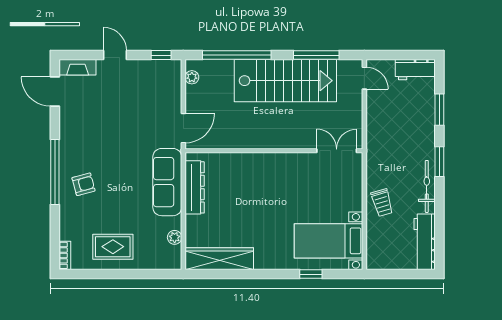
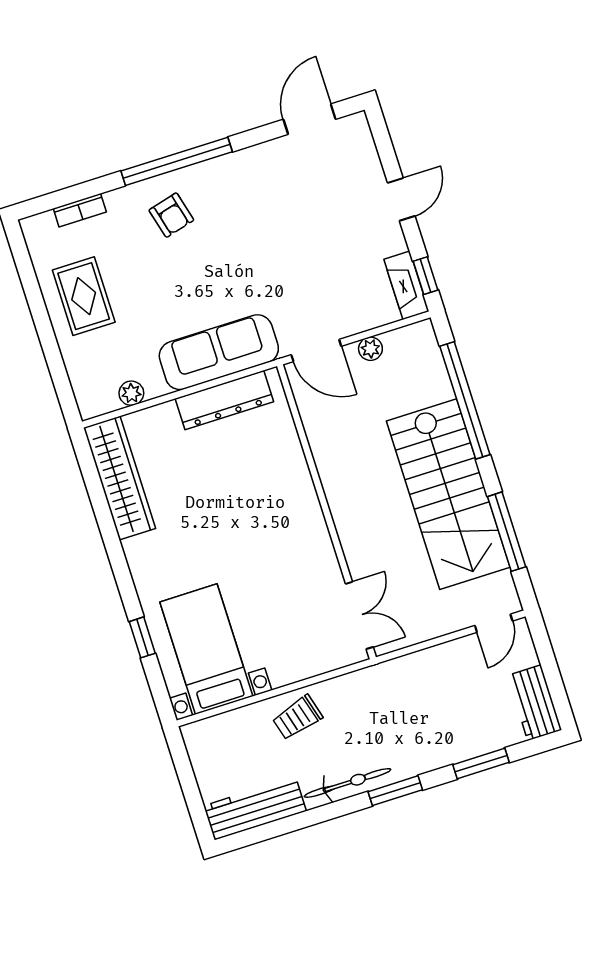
fireplace: (78, 67) -> (406, 285), moved
plant: (192, 77) -> (370, 349), moved
bookcase: (65, 255) -> (80, 210), moved

